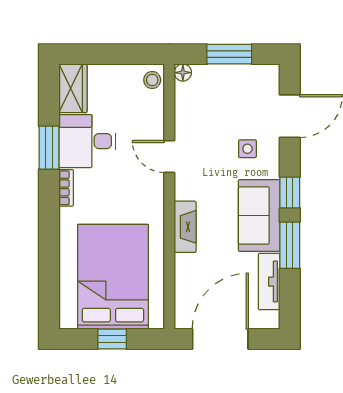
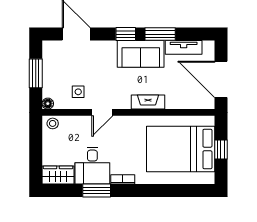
side table: (247, 149) -> (78, 92), moved

